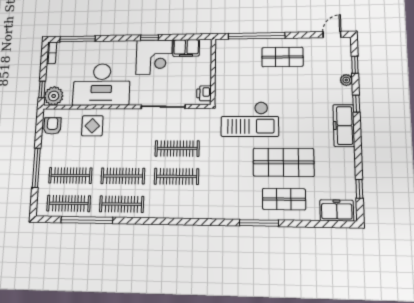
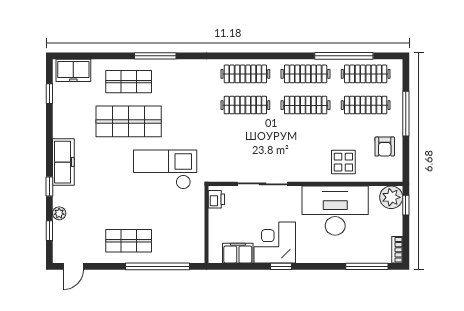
armchair: (52, 126) -> (385, 147), moved
clothes rail: (177, 148) -> (245, 74), moved

